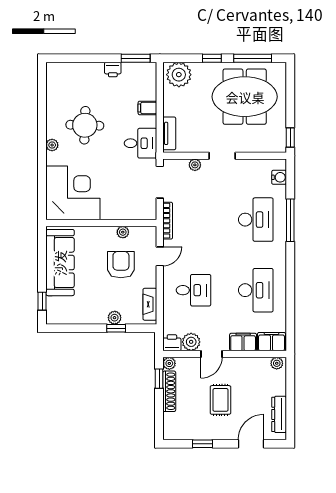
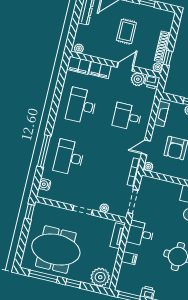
plant: (123, 232) -> (148, 167), moved

